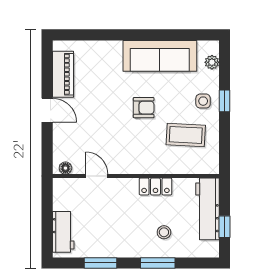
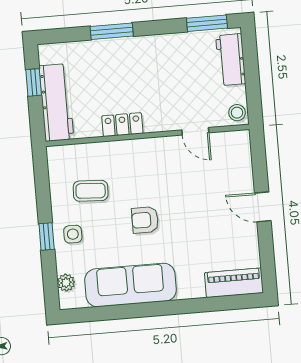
piano: (63, 74) -> (234, 283), moved, turned 90
coffee table: (186, 135) -> (91, 191), width x0.73, depth x0.77
floor lamp: (65, 168) -> (234, 138), removed
stool: (164, 232) -> (237, 113), moved
window: (100, 263) -> (207, 23), moved

